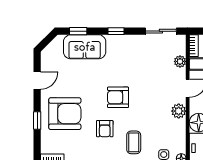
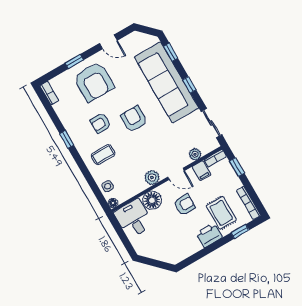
sofa: (85, 47) -> (166, 83), width x1.85, depth x1.27

